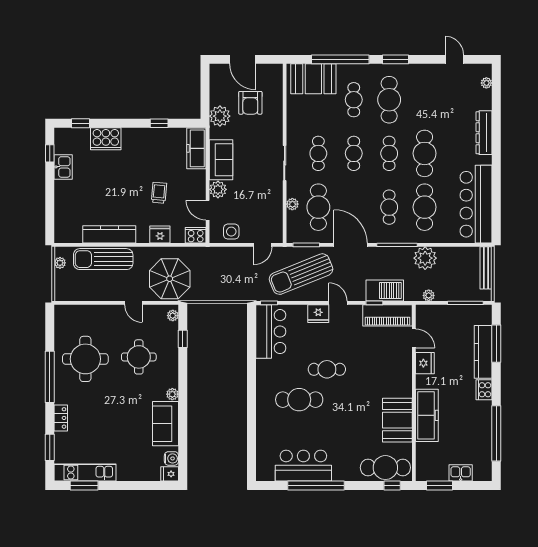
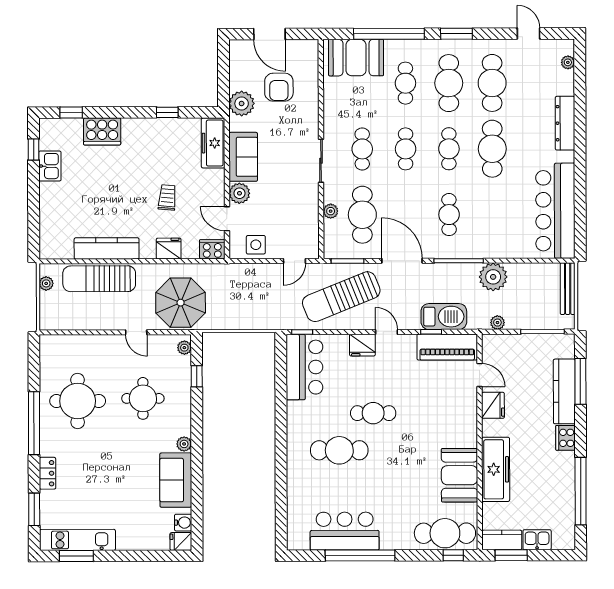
cafe table: (425, 207) -> (492, 83), moved
kitchen counter: (432, 473) -> (502, 540), added

